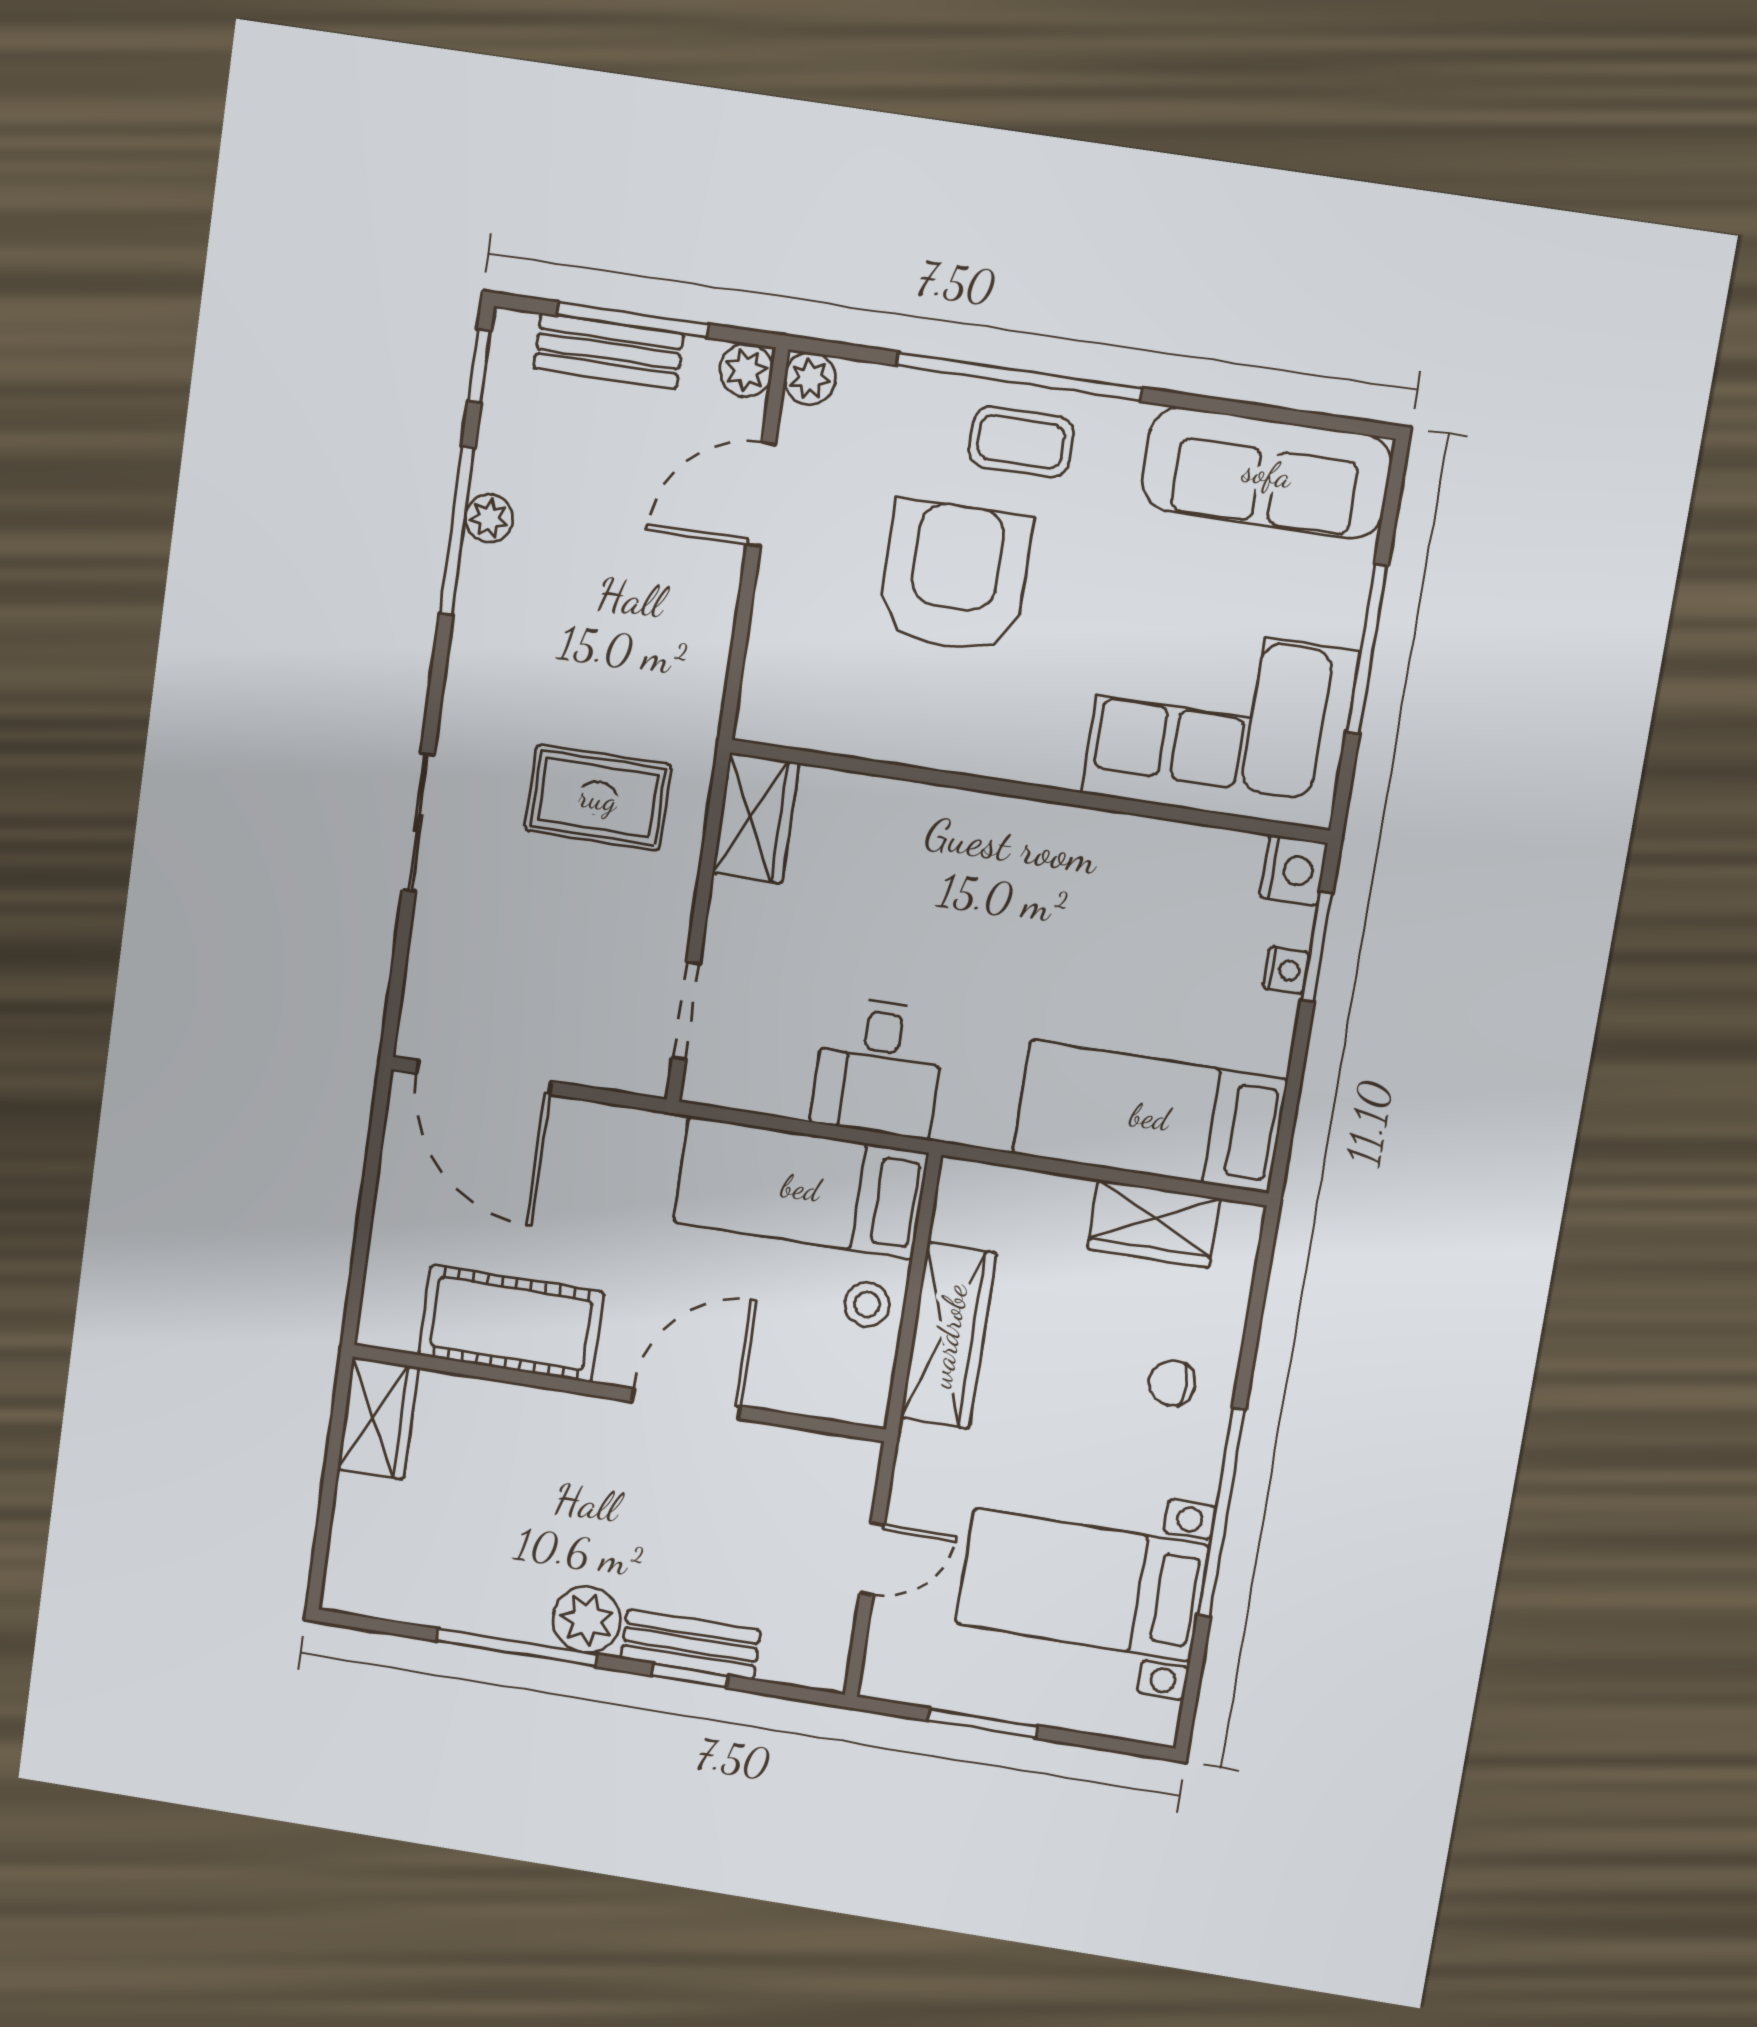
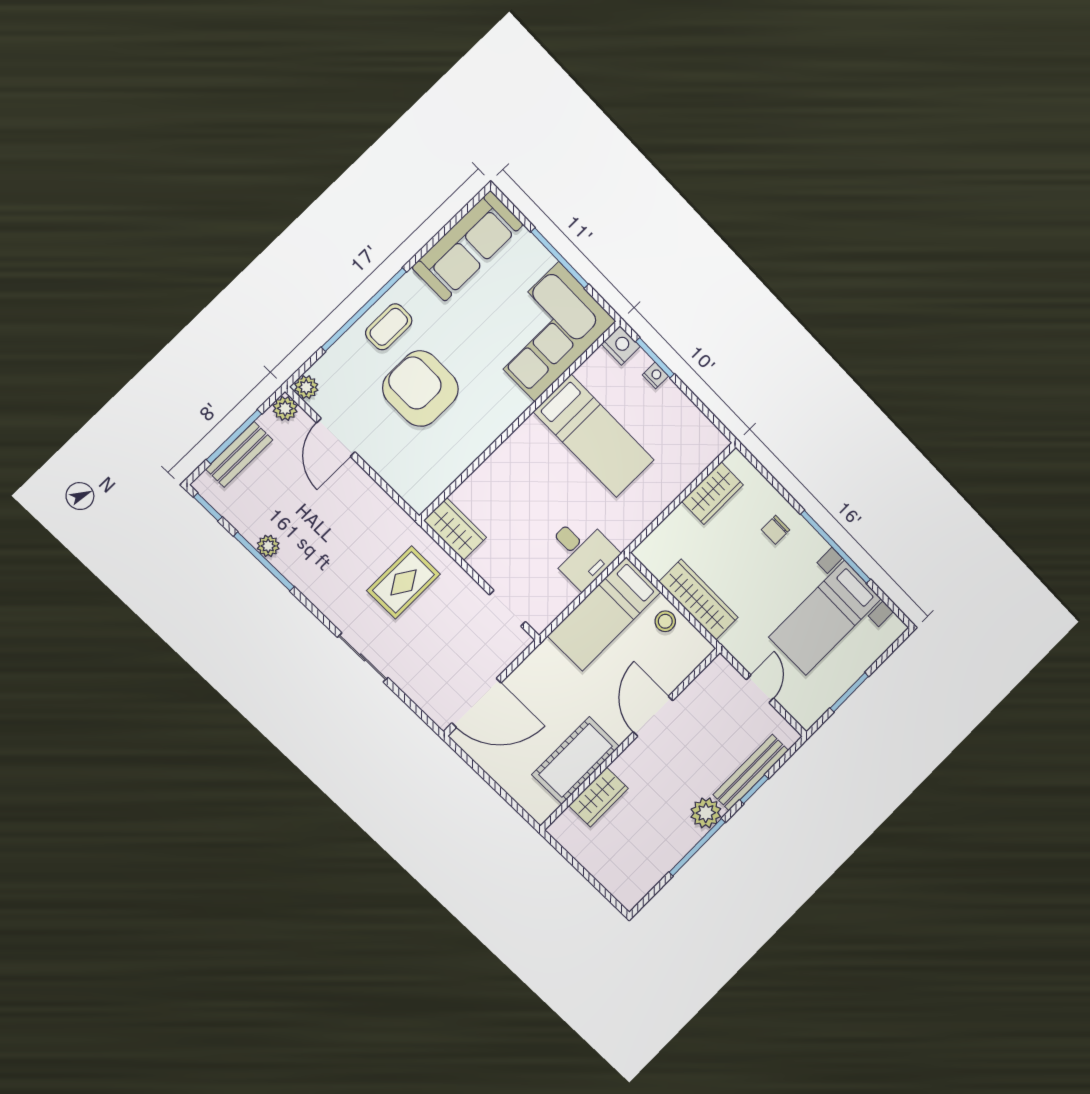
bed: (1150, 1117) -> (594, 436), moved, turned -90
wardrobe: (378, 1418) -> (598, 797), moved, turned 90
bench: (690, 1645) -> (751, 772), width x1.36

